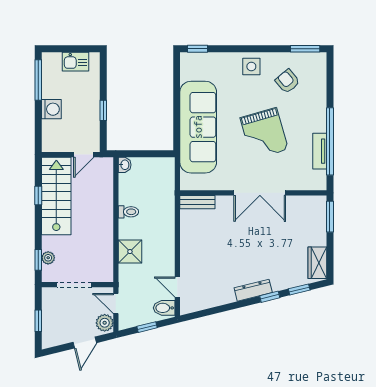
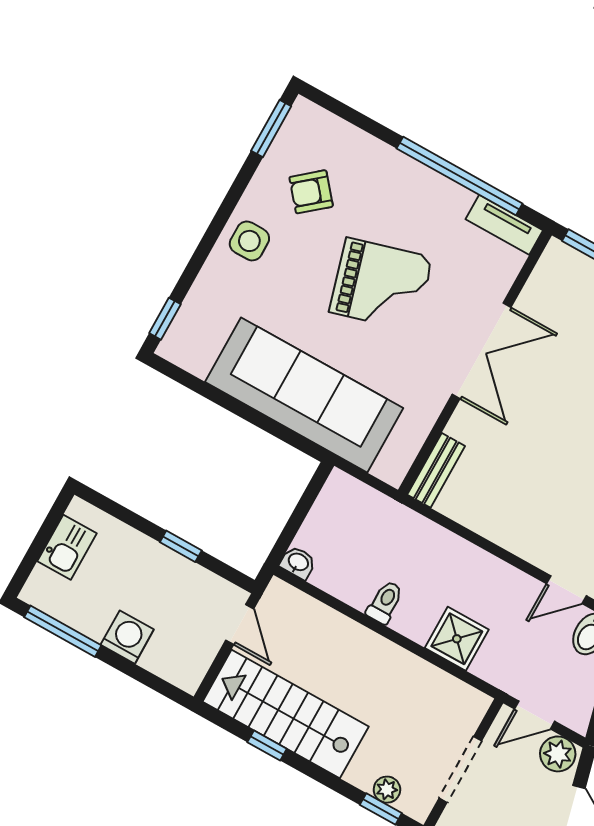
tv unit: (320, 151) -> (504, 225), moved

